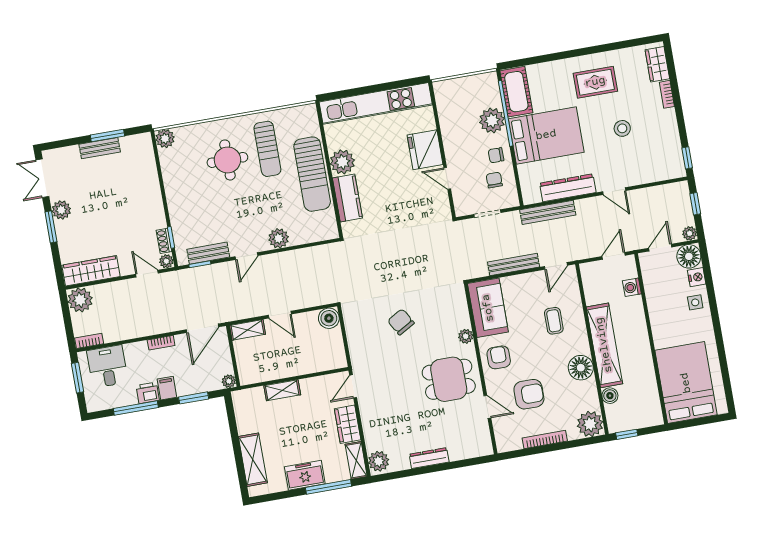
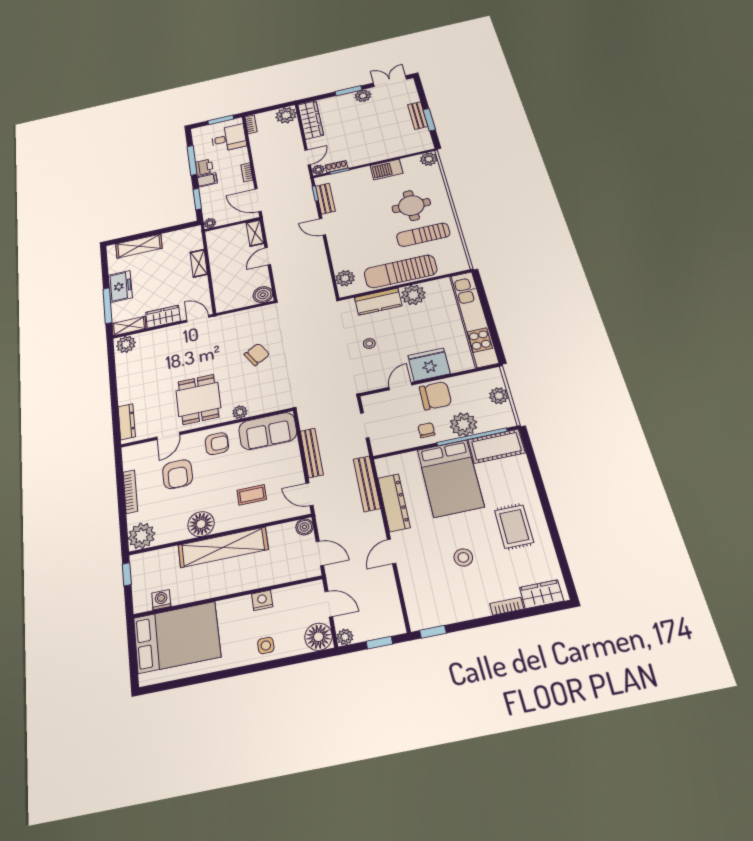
plant: (464, 85) -> (499, 396), added
chair: (494, 180) -> (435, 396), moved, width x1.87, depth x1.87
barbecue: (175, 185) -> (387, 169), added
stool: (397, 208) -> (369, 344), added
plant: (279, 238) -> (345, 278), moved
nightstand: (697, 277) -> (262, 600), moved, turned 180
washing machine: (632, 287) -> (161, 600), moved
boiler: (610, 396) -> (305, 527), moved
dresser: (429, 458) -> (127, 422), moved

